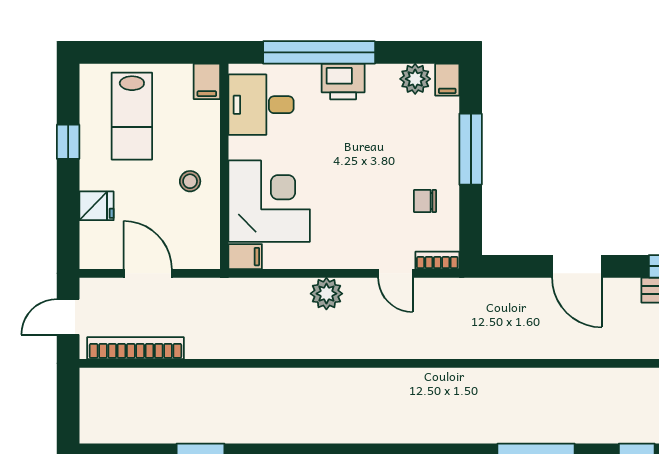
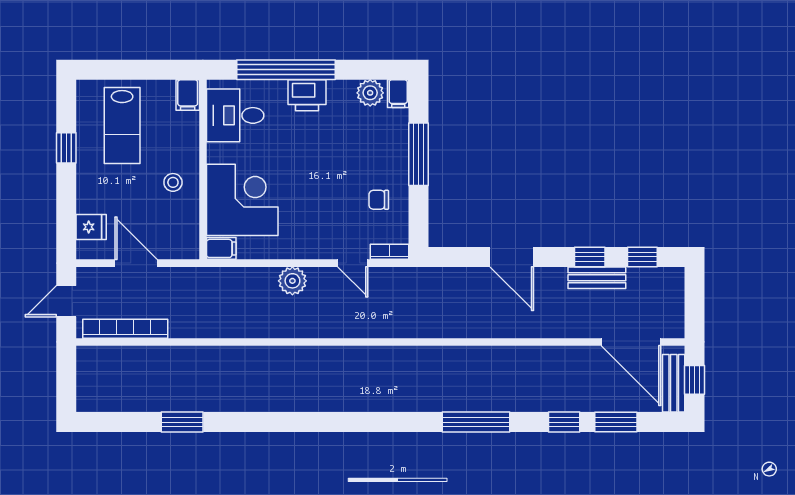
fridge: (96, 206) -> (91, 227), moved

